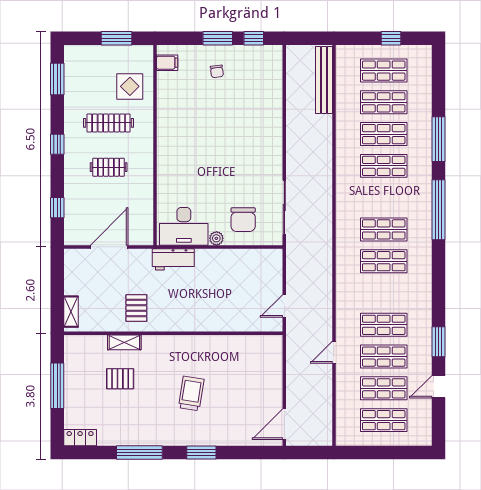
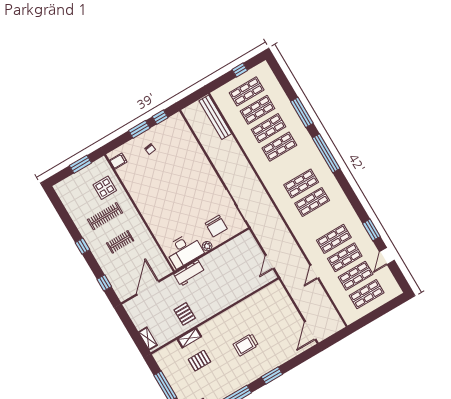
window: (57, 79) -> (60, 208), removed
trolley: (191, 393) -> (246, 345), turned -99

